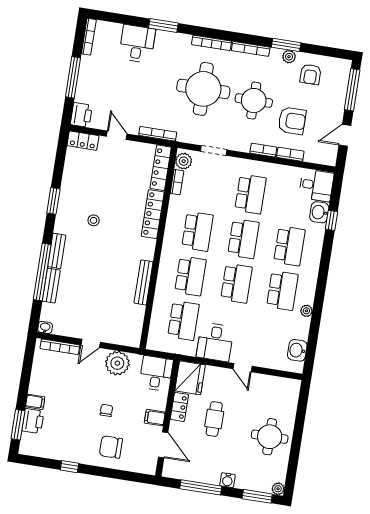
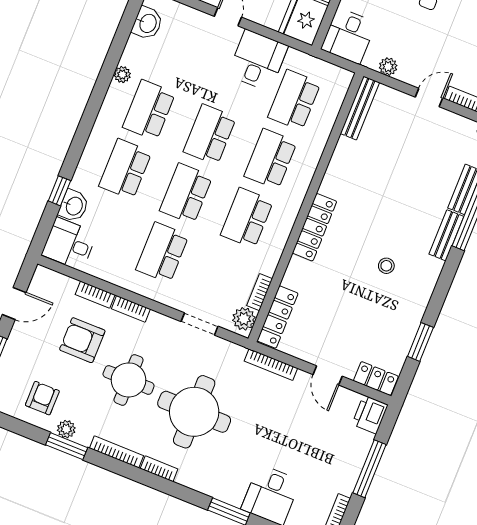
bookcase: (212, 43) -> (159, 469), width x0.64
window: (53, 201) -> (420, 342), moved
locker: (153, 214) -> (315, 227), moved
bench: (144, 282) -> (360, 108), moved
plant: (117, 363) -> (388, 67), width x0.53, depth x0.53

